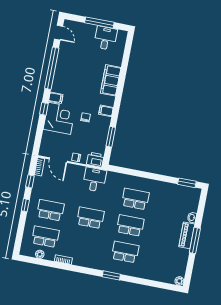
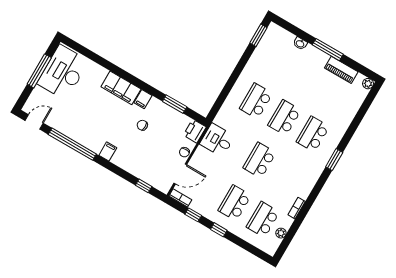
desk: (105, 38) -> (63, 72), width x1.87, depth x1.30
filing cabinet: (111, 80) -> (121, 88), moved
window: (44, 109) -> (144, 186), moved
corner desk: (59, 118) -> (133, 156), removed
piano: (187, 235) -> (341, 70), moved

